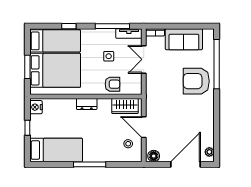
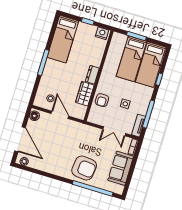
double door: (144, 59) -> (114, 131), swing flipped
bed: (55, 70) -> (131, 59), width x0.67
armchair: (196, 81) -> (84, 168), turned 96
wardrobe: (125, 106) -> (85, 94), moved
door: (144, 127) -> (60, 115), hinge flipped

